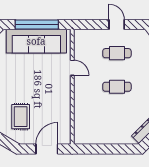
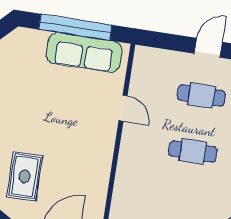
door: (117, 25) -> (208, 48), hinge flipped
sofa: (36, 41) -> (84, 53), width x0.74, depth x0.79

